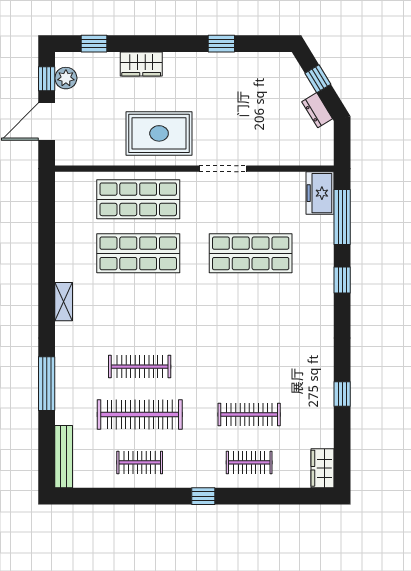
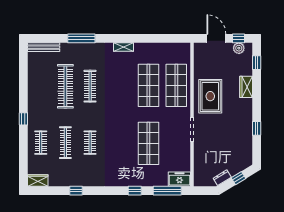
clothes rail: (140, 462) -> (90, 143), moved

